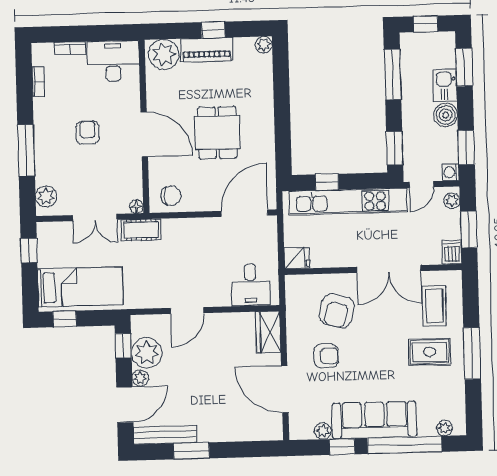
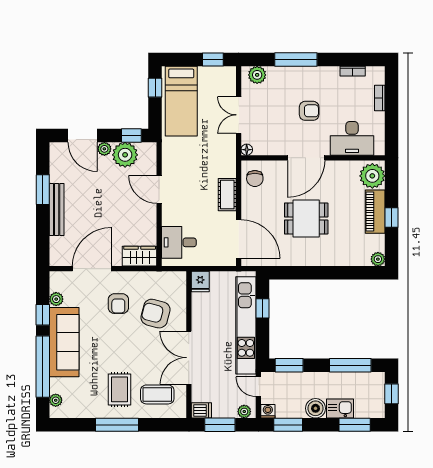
desk: (113, 61) -> (352, 138), moved, turned 90
cot: (141, 230) -> (227, 195), moved
bench: (165, 435) -> (57, 210), moved

